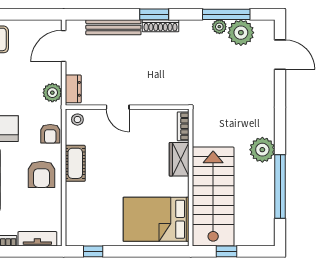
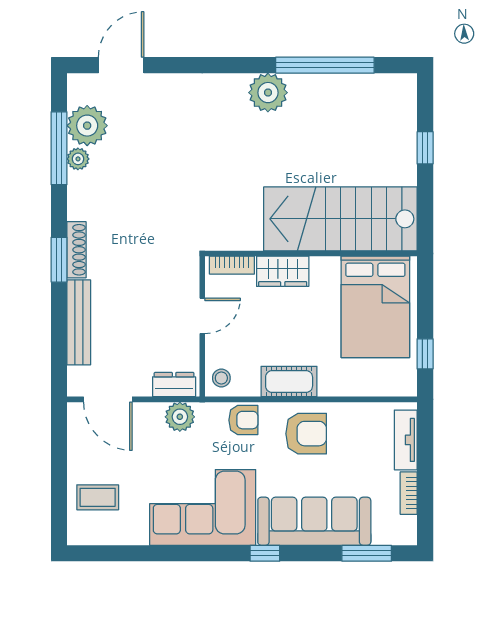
bookcase: (183, 126) -> (232, 265), moved
wardrobe: (179, 159) -> (283, 271), moved
wall: (191, 178) -> (311, 253), moved
stairs: (213, 197) -> (340, 219), moved
bed: (156, 219) -> (375, 307), moved

